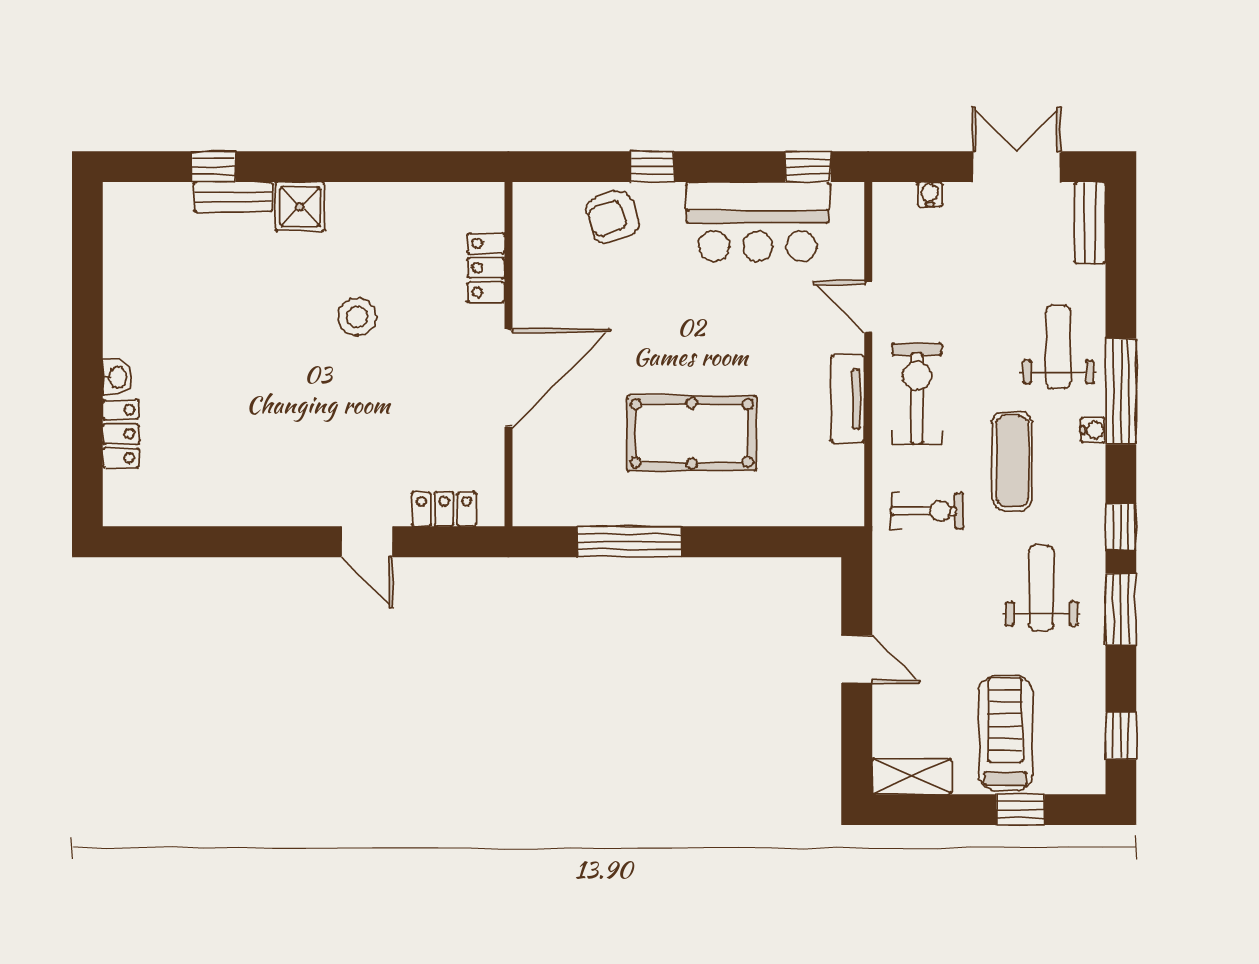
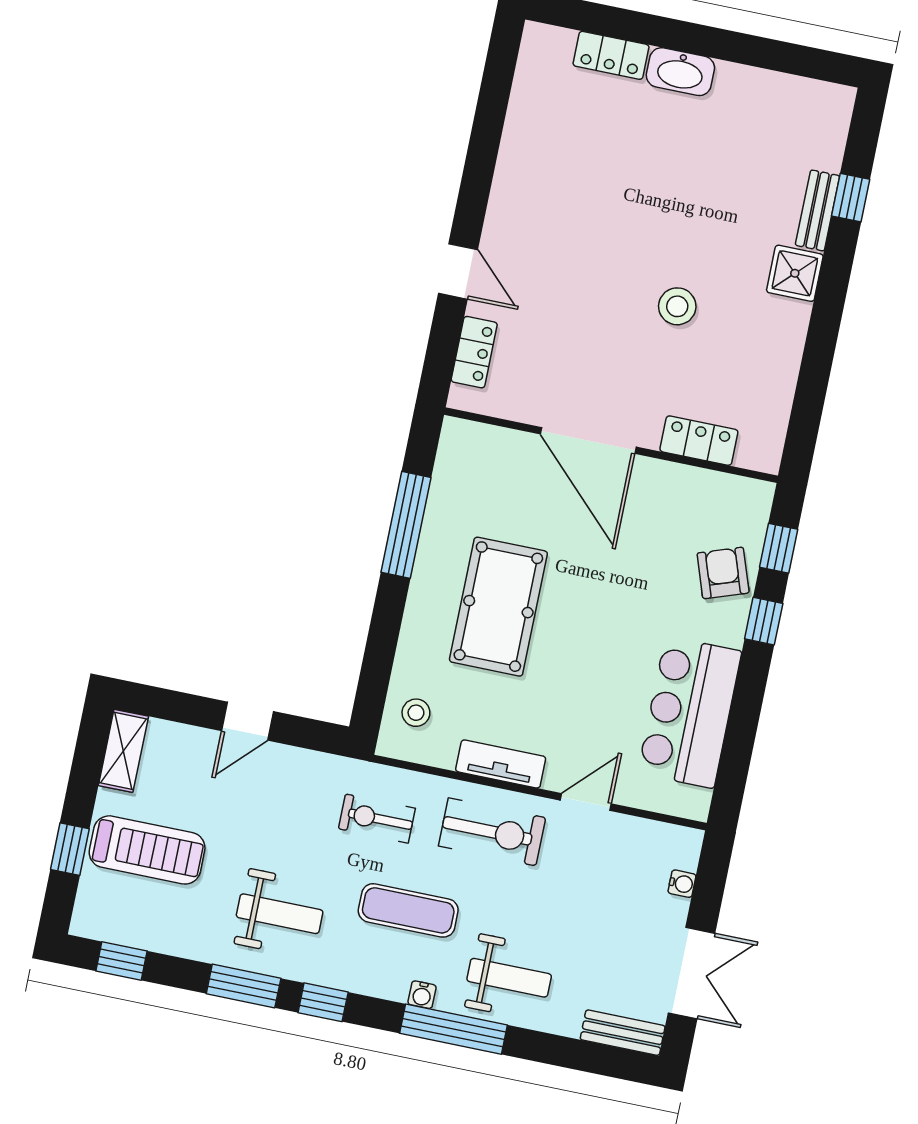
window: (808, 167) -> (779, 548), moved
washbasin: (117, 377) -> (680, 72), width x1.91, depth x1.45
stool: (814, 494) -> (416, 713), added
exercise bike: (927, 511) -> (377, 819), turned 90
door: (367, 542) -> (458, 271), swing flipped

